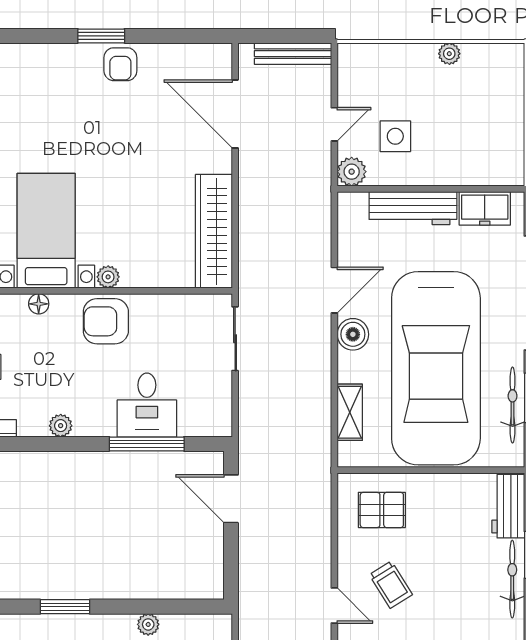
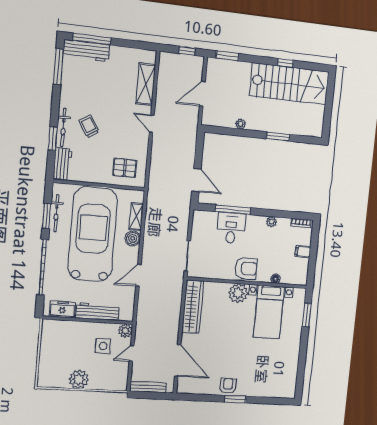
plant: (449, 54) -> (79, 379), width x1.87, depth x1.87
plant: (108, 277) -> (238, 293), width x1.88, depth x1.88
boiler: (353, 334) -> (133, 238), moved
trolley: (391, 585) -> (89, 126), moved

